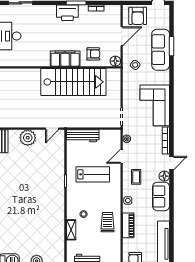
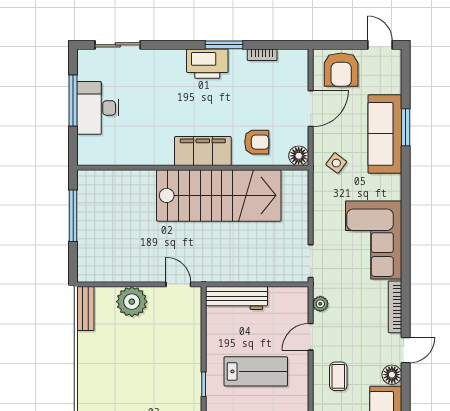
door: (52, 129) -> (178, 284), swing flipped

